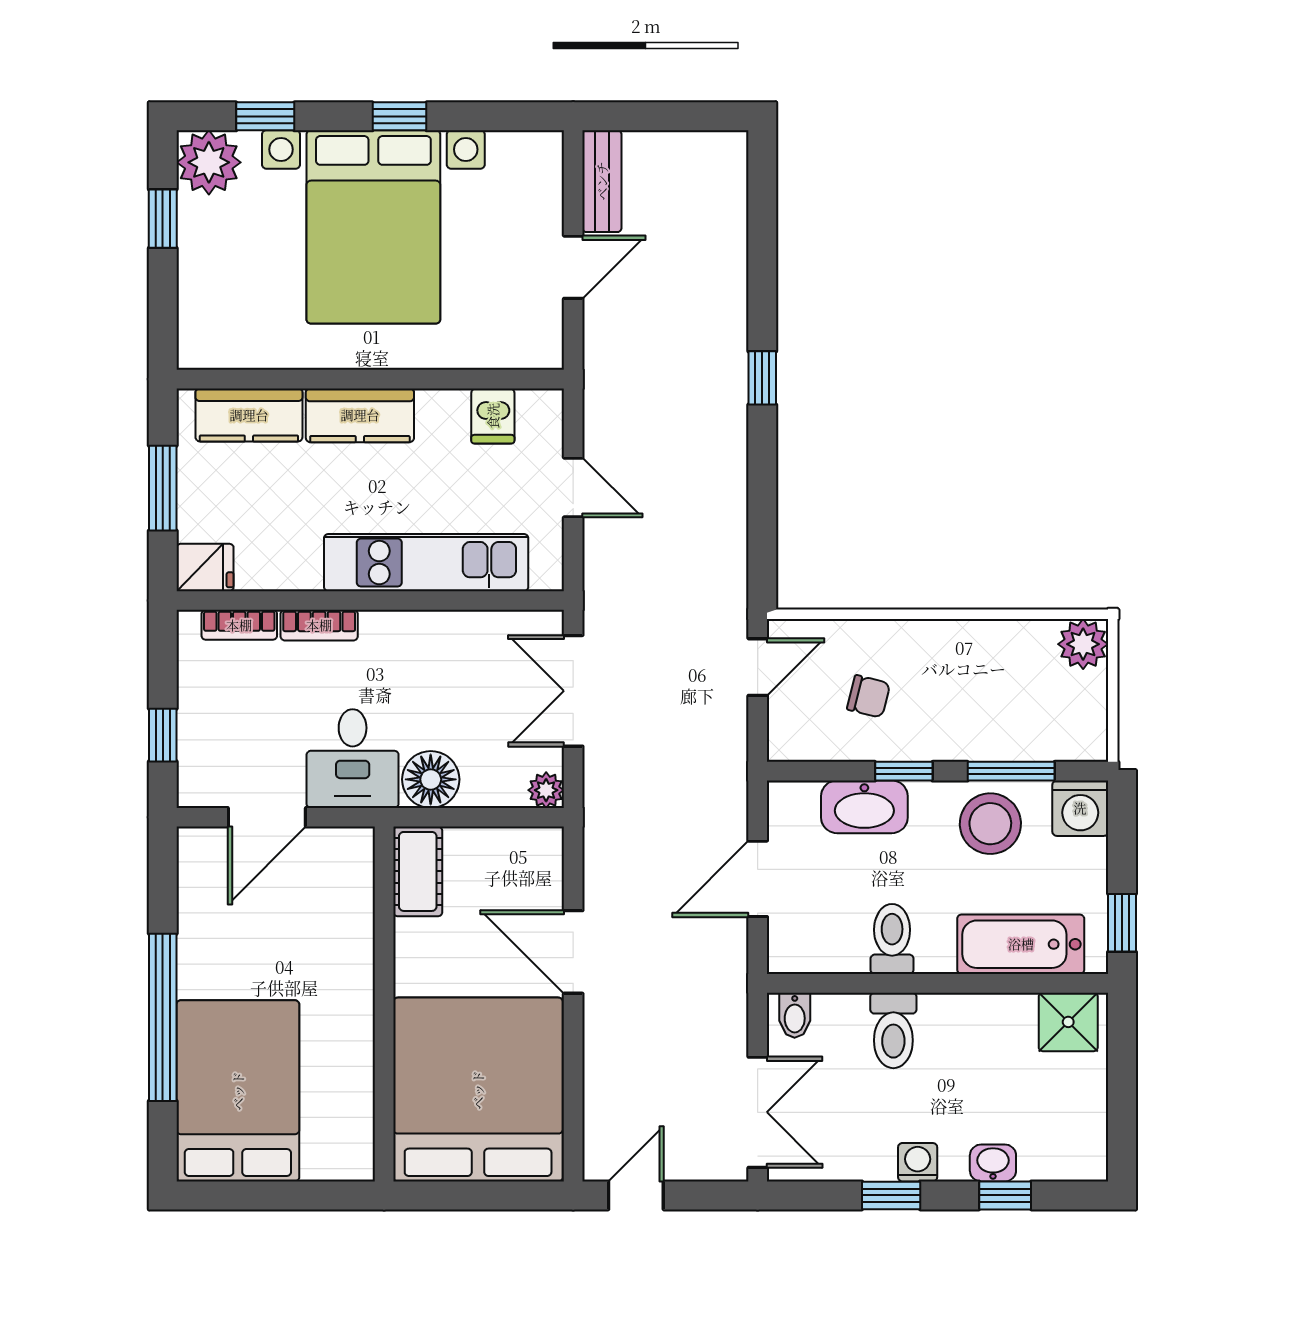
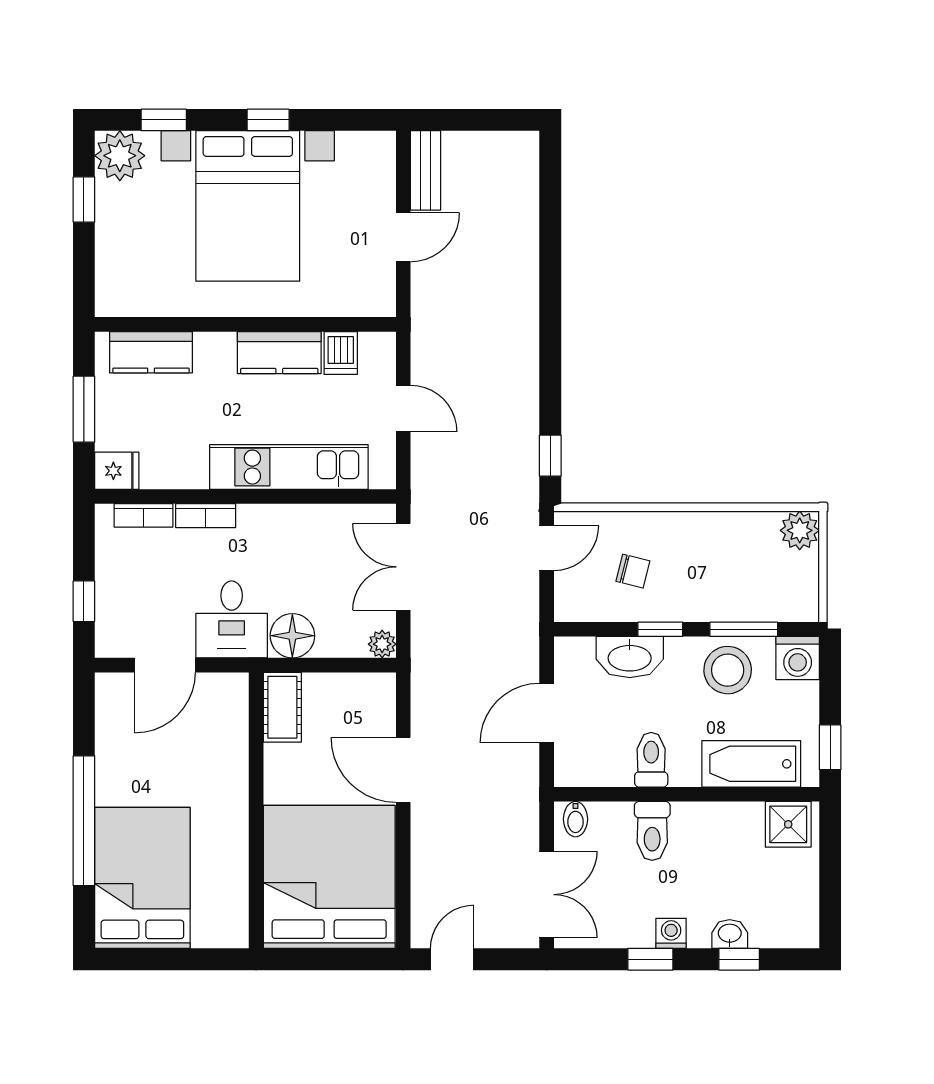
window: (762, 378) -> (550, 456), moved
kitchen counter: (360, 415) -> (279, 353), moved

